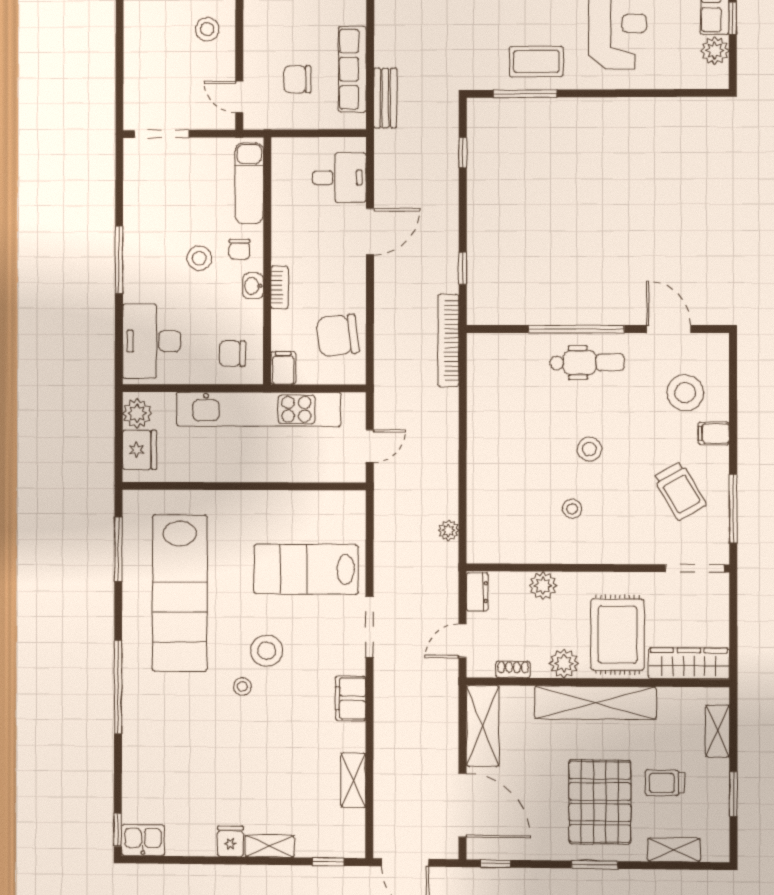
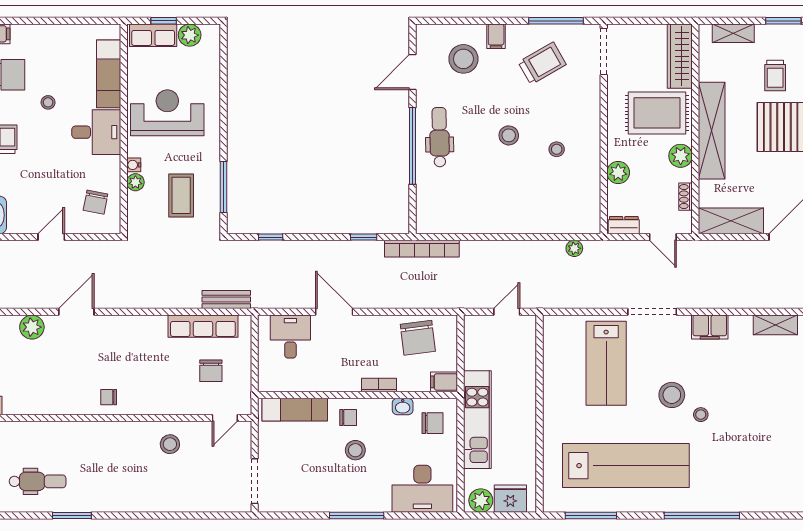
coffee table: (536, 62) -> (181, 195), moved
washbasin: (253, 286) -> (403, 406), moved
chair: (232, 354) -> (432, 423), turned -90
kitchen unit: (259, 409) -> (477, 420), width x0.73
door: (370, 446) -> (507, 312), hinge flipped

